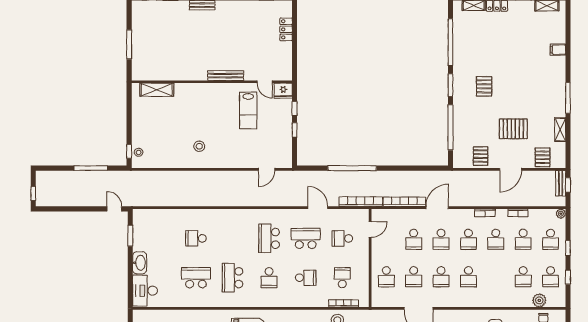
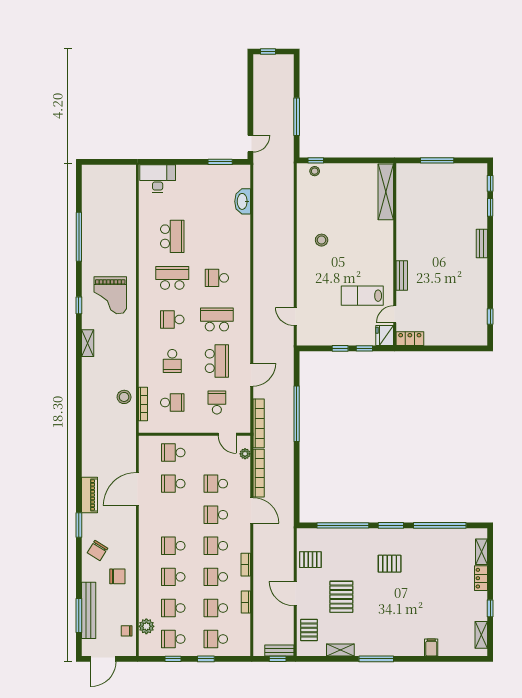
locker: (286, 29) -> (410, 339), moved
bench: (226, 76) -> (402, 276), width x0.73
shelving: (157, 90) -> (386, 192), width x1.47
pallet: (543, 157) -> (309, 630), turned 90
plant: (561, 214) -> (245, 454), moved
school desk: (196, 238) -> (217, 278), moved, turned -90
washbasin: (140, 263) -> (243, 201), moved, turned 90
school desk: (441, 277) -> (173, 577), moved

